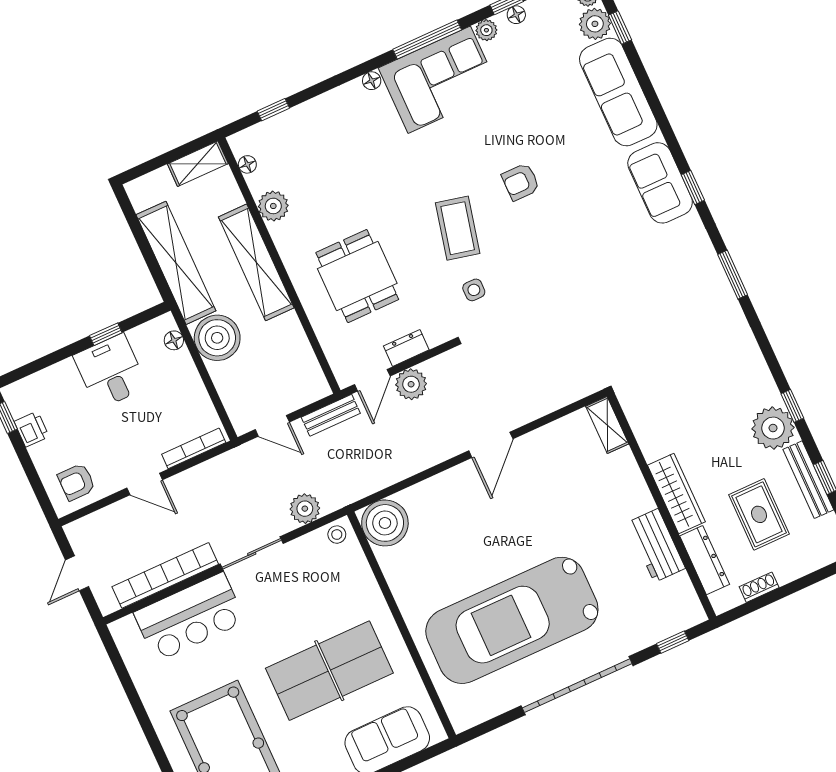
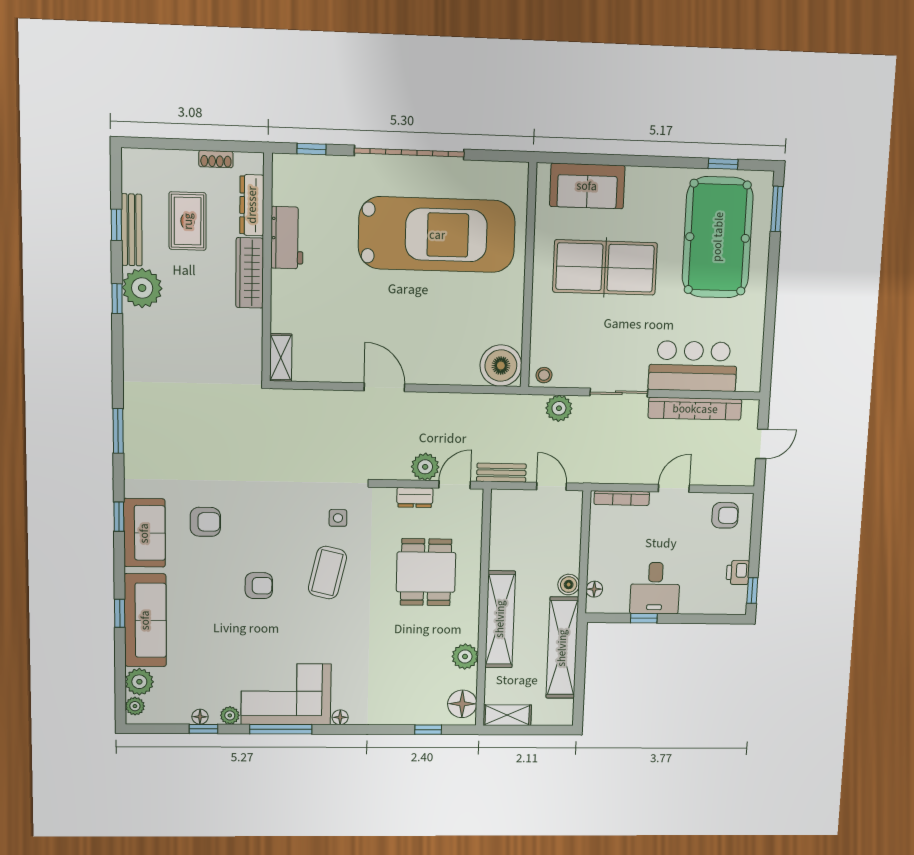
window: (620, 28) -> (120, 613), moved
floor lamp: (247, 164) -> (462, 704), width x1.89, depth x1.89
armchair: (605, 223) -> (205, 522), added
boiler: (217, 338) -> (569, 585), width x0.54, depth x0.54
door: (491, 445) -> (384, 387), hinge flipped
door: (145, 484) -> (674, 488), hinge flipped

